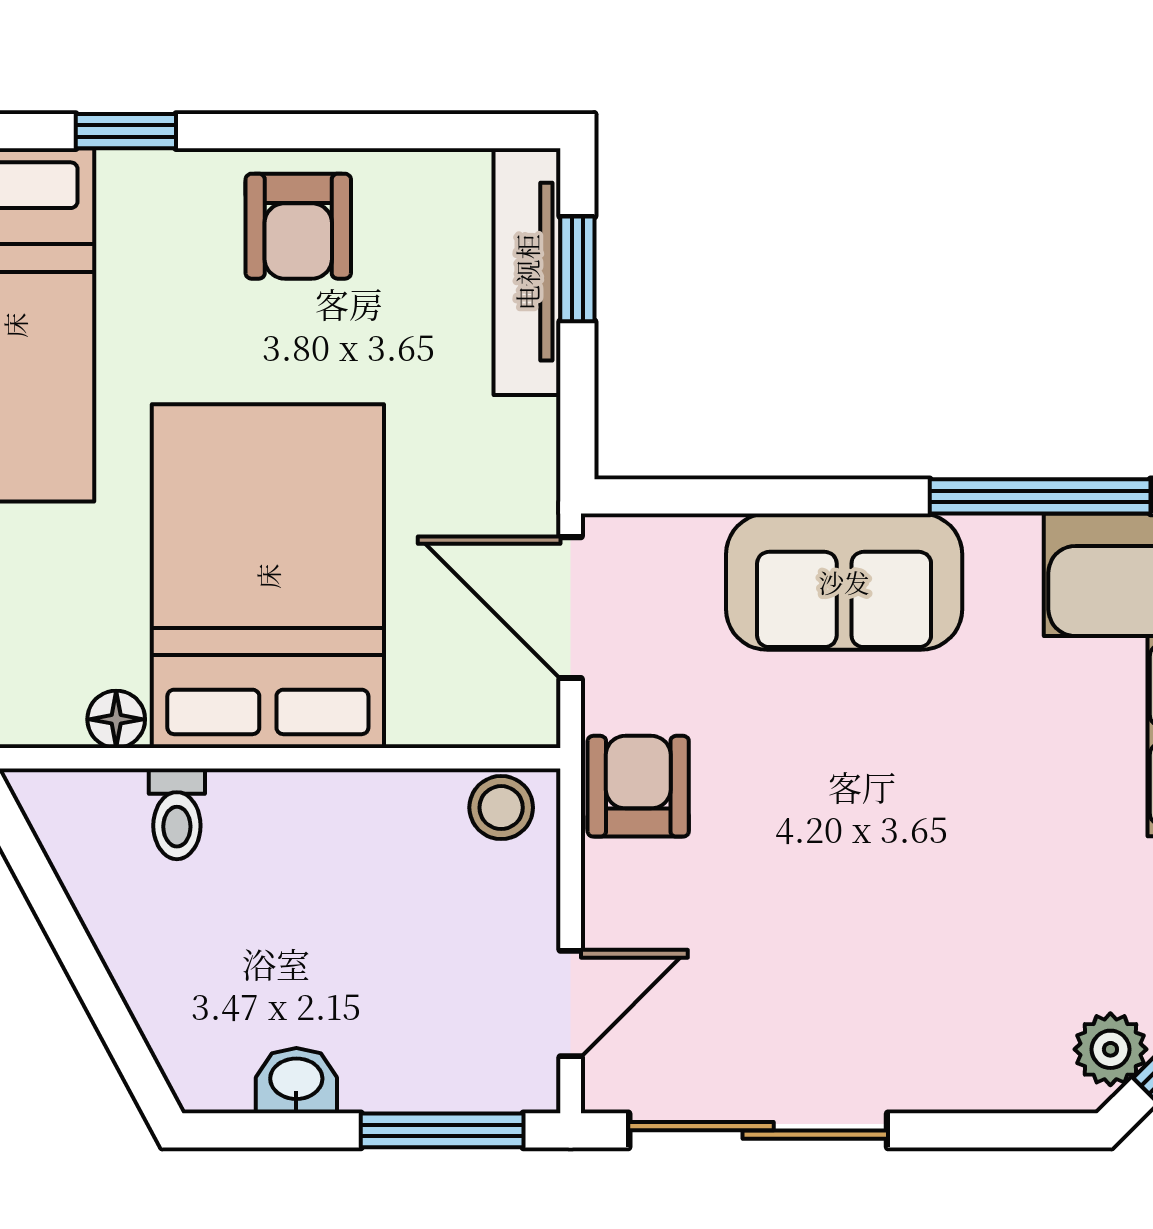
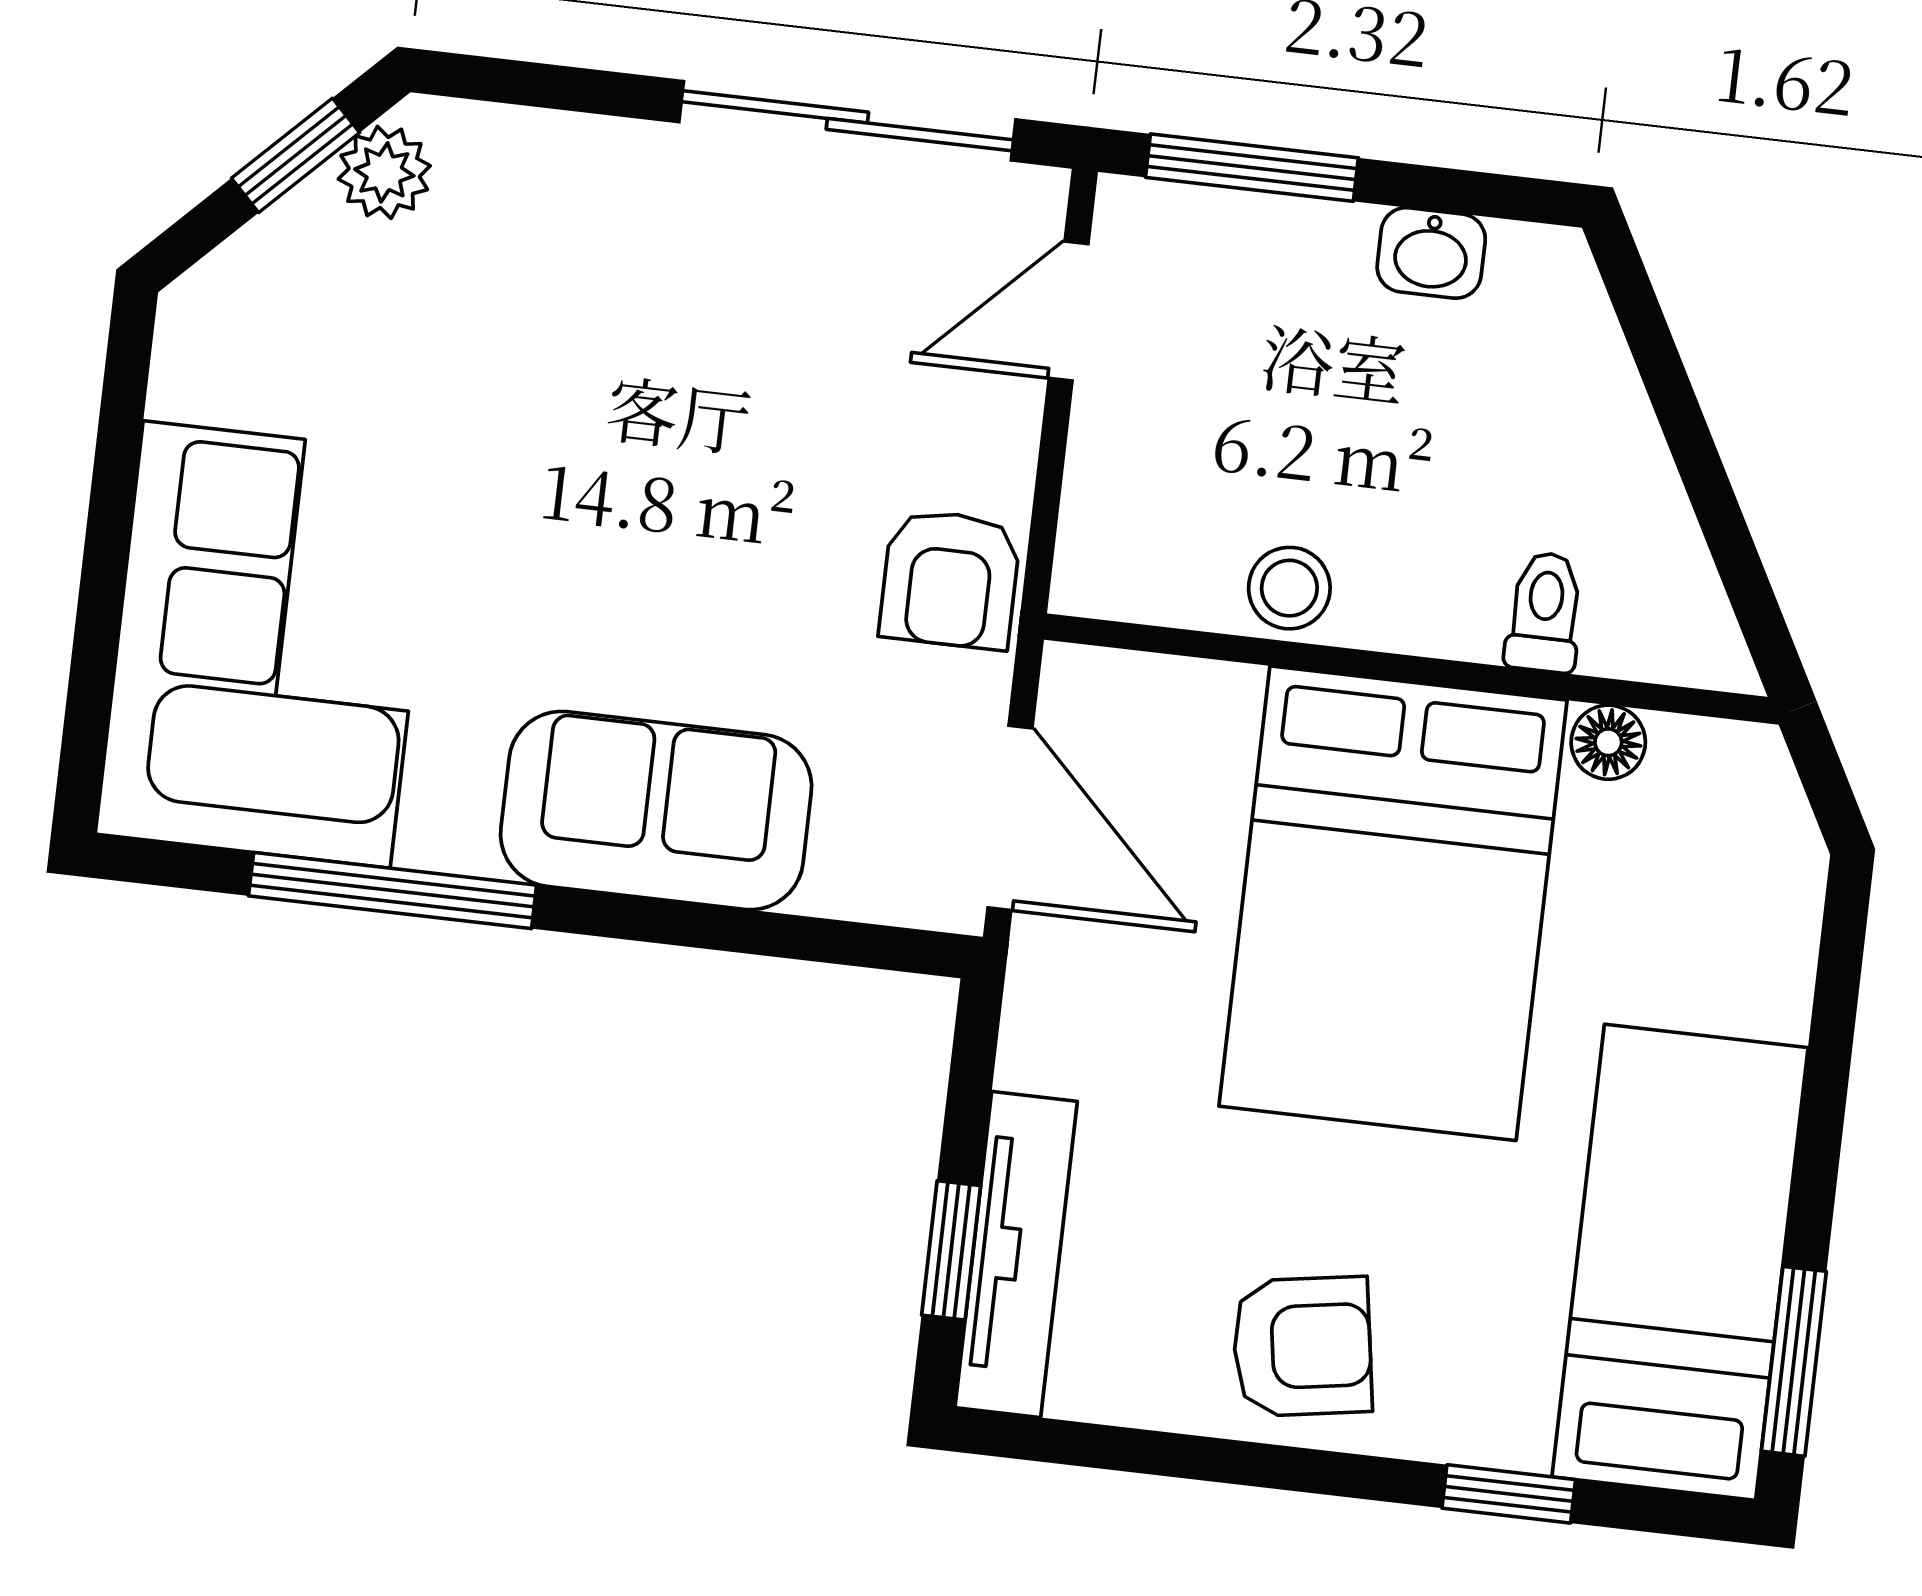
armchair: (298, 226) -> (1302, 1347), turned 81
stool: (501, 808) -> (1289, 588), moved

